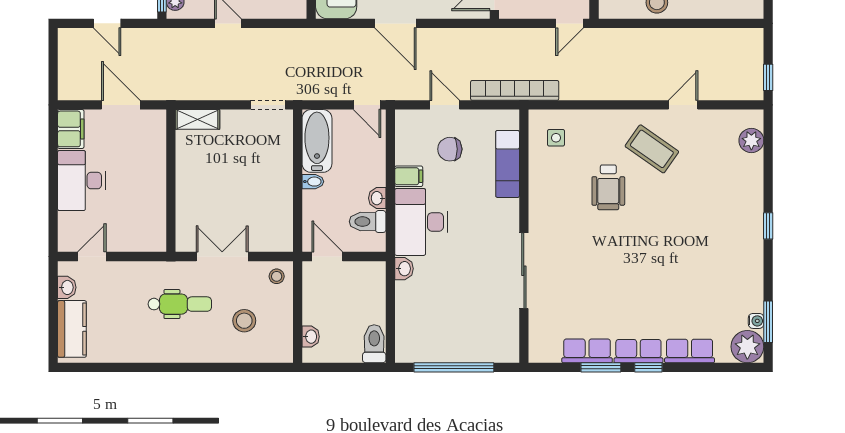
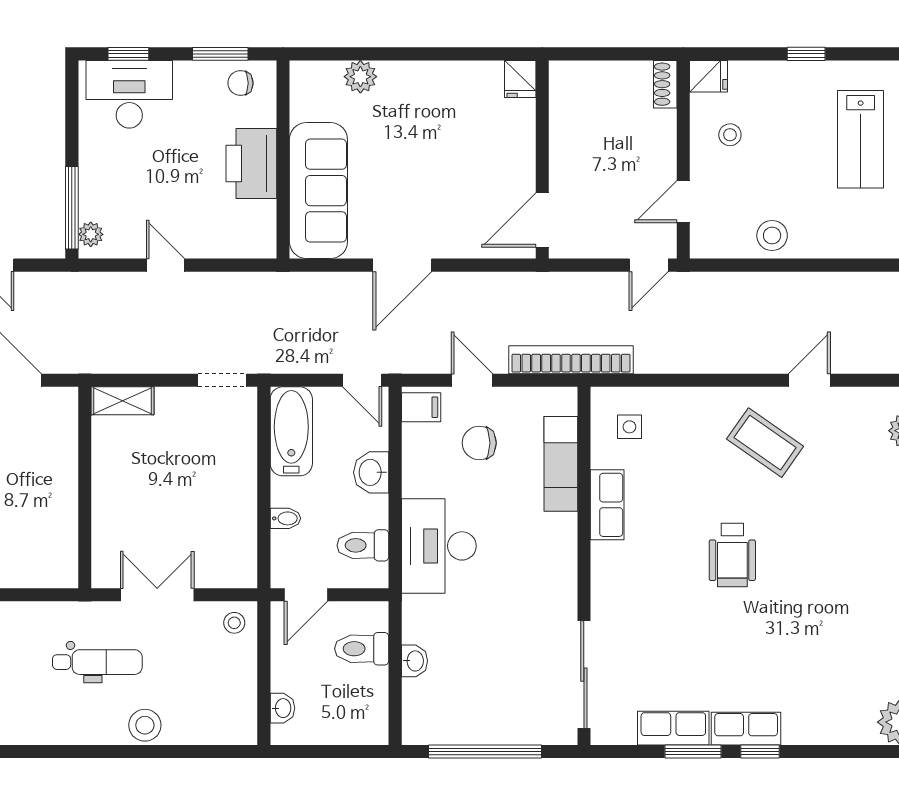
door: (395, 23) -> (402, 265), hinge flipped
filing cabinet: (409, 176) -> (421, 407), moved
bidet: (313, 182) -> (285, 518), moved
wheelchair: (608, 187) -> (732, 555), moved
washbasin: (377, 198) -> (371, 472), moved, width x1.38, depth x1.45
door: (327, 256) -> (306, 595), swing flipped
washbasin: (404, 269) -> (414, 661), moved
sliding door: (524, 271) -> (584, 675), moved
stool: (244, 321) -> (145, 725), moved
toilet: (374, 344) -> (362, 649), moved, turned -90
row of seats: (690, 351) -> (607, 505), moved, turned 90

